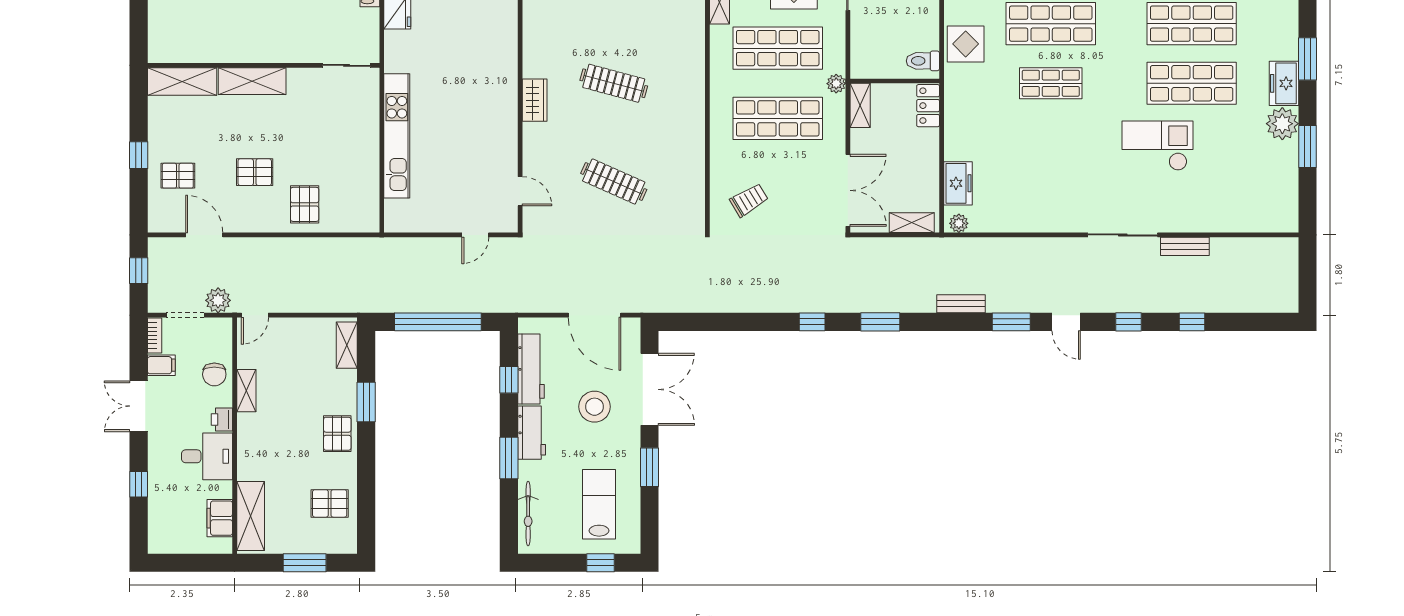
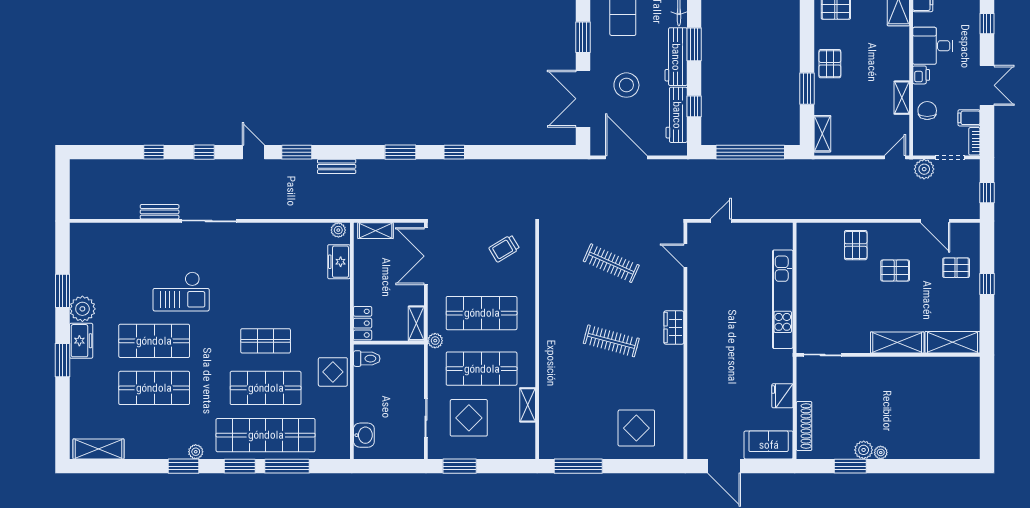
workbench: (532, 433) -> (676, 57), width x1.38

